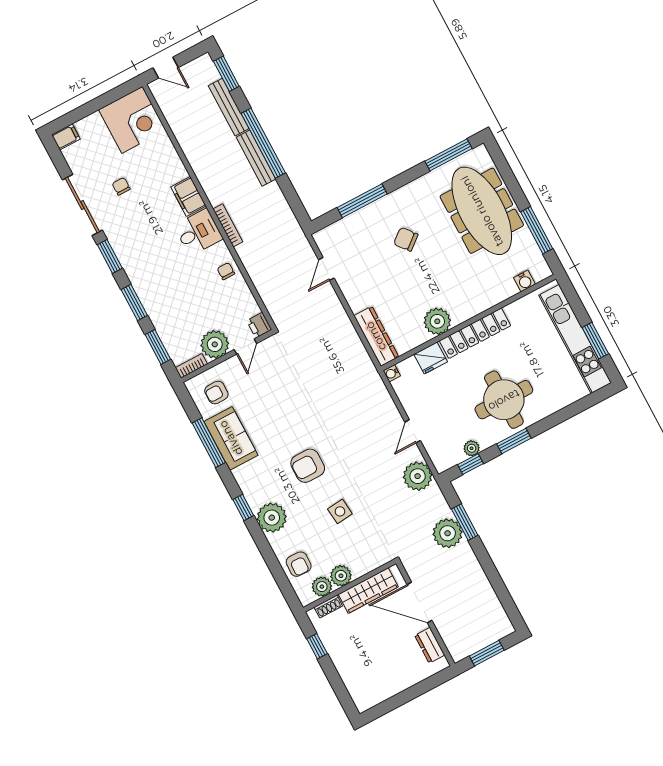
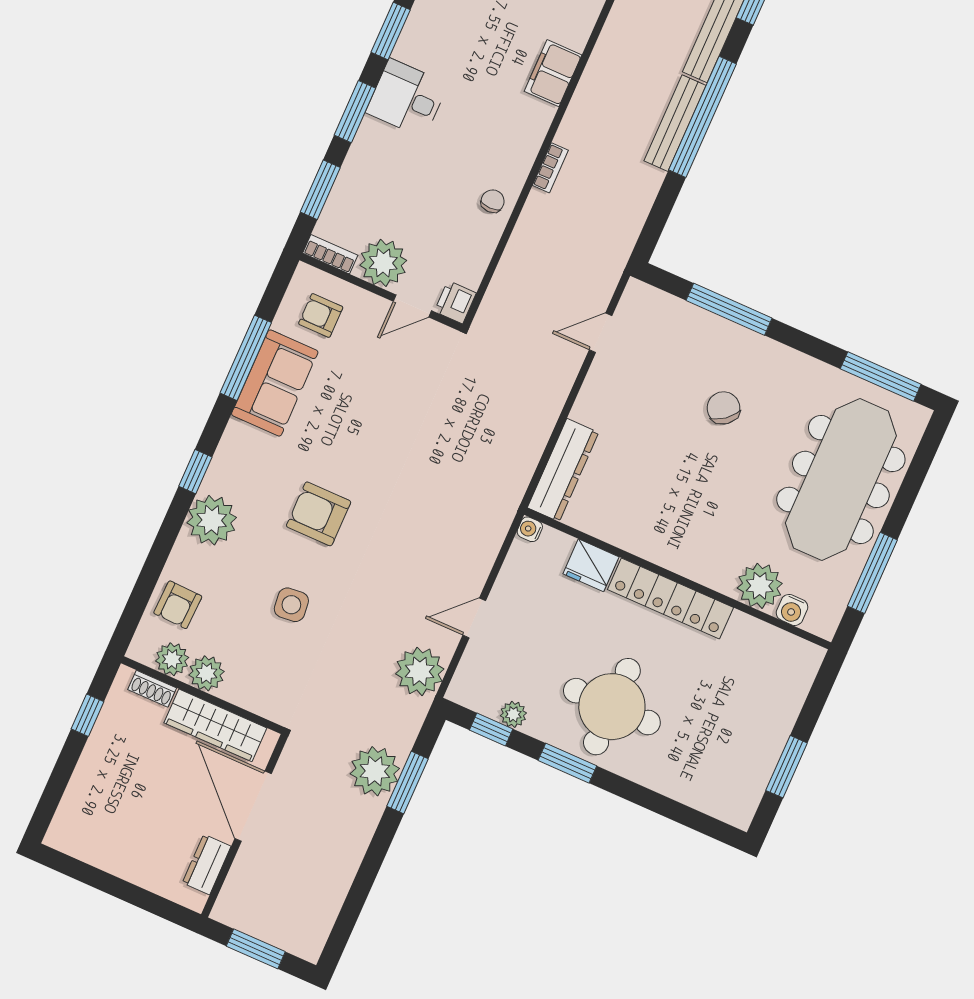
bookcase: (228, 225) -> (550, 168), width x0.64
desk: (198, 232) -> (407, 98), moved, turned 180
plant: (437, 321) -> (760, 586), moved
kitchen unit: (575, 339) -> (767, 738), removed

